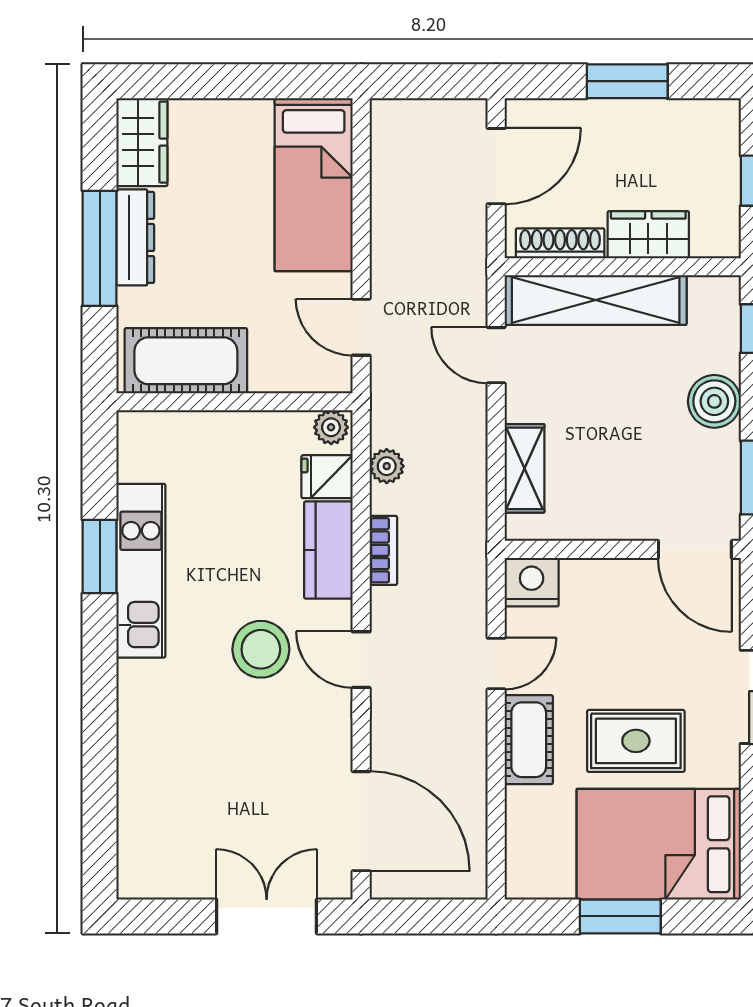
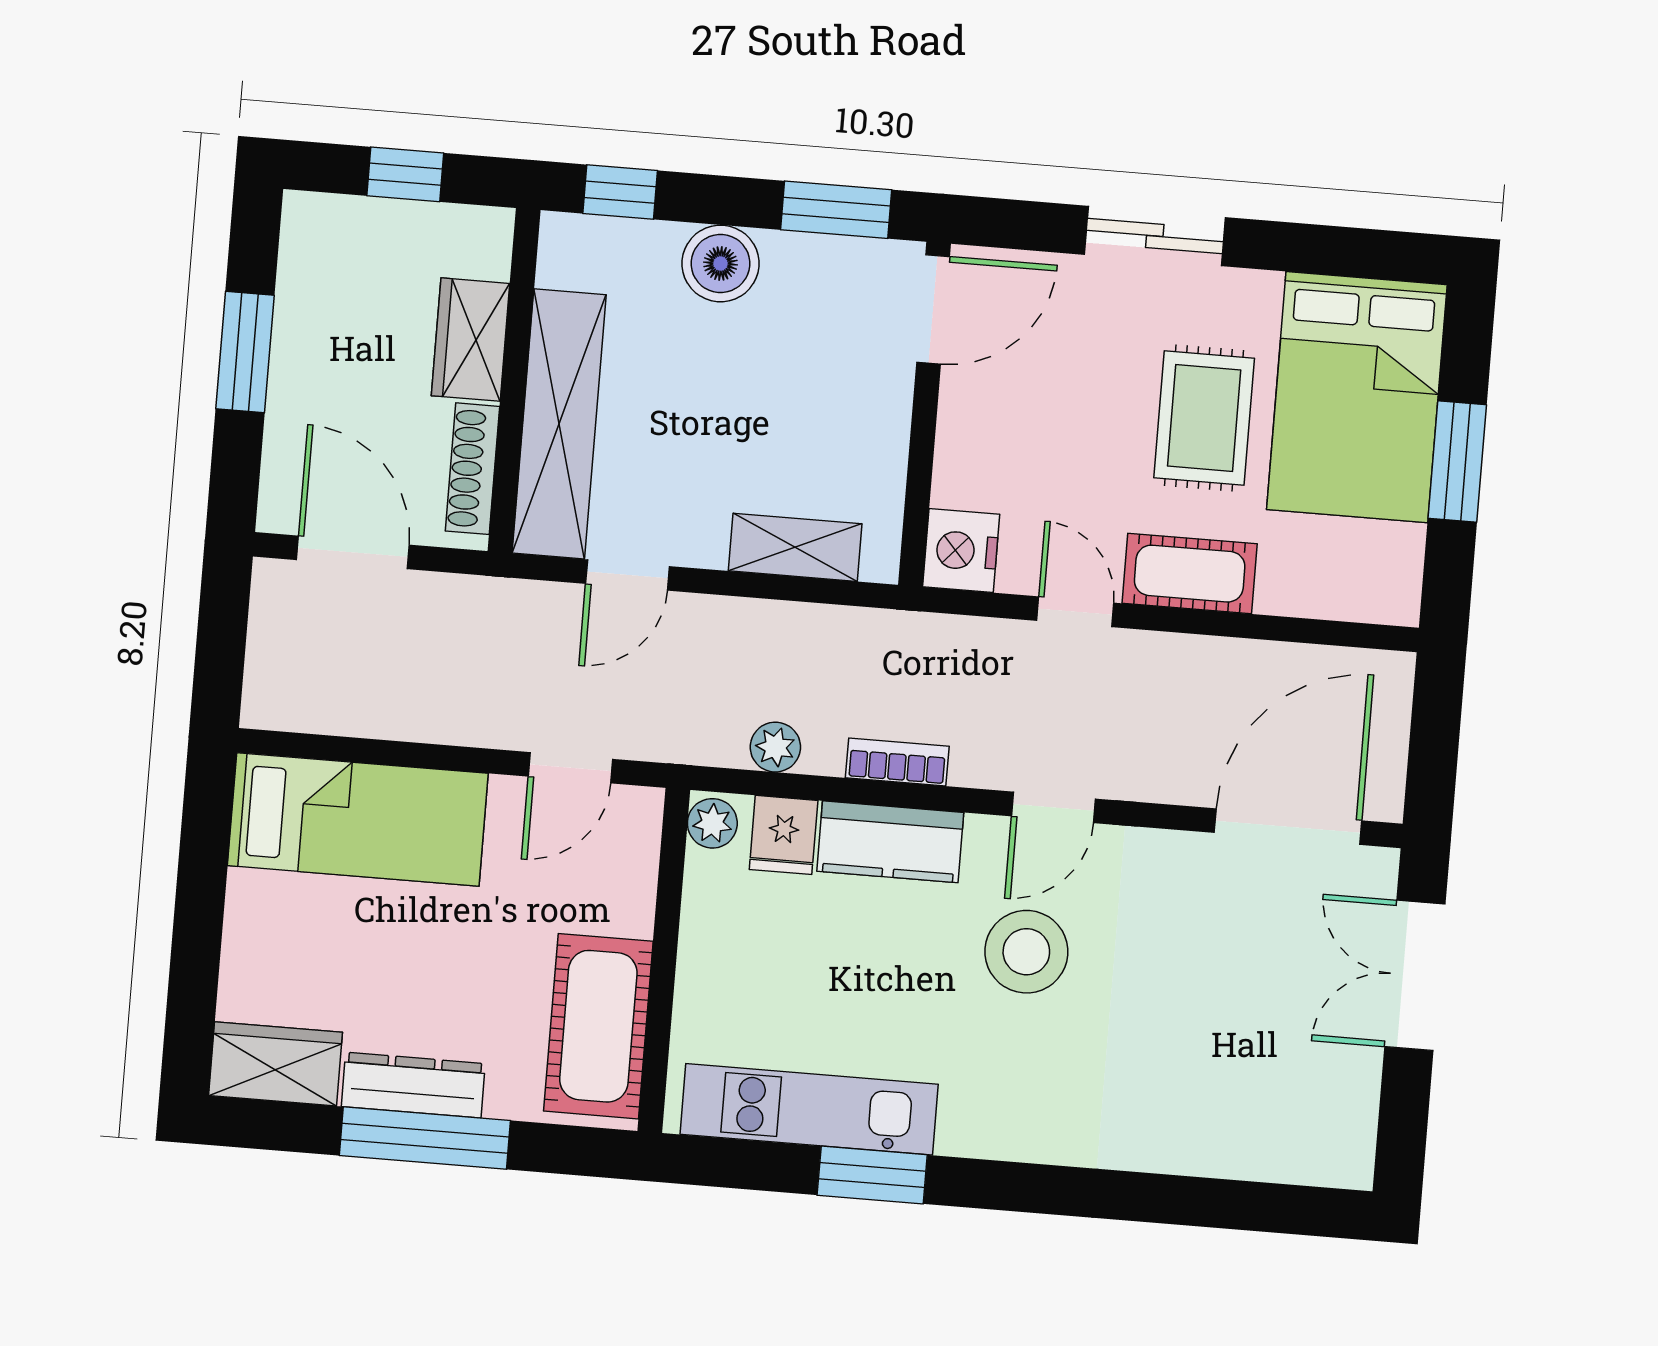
kitchen unit: (141, 571) -> (809, 1109), moved

